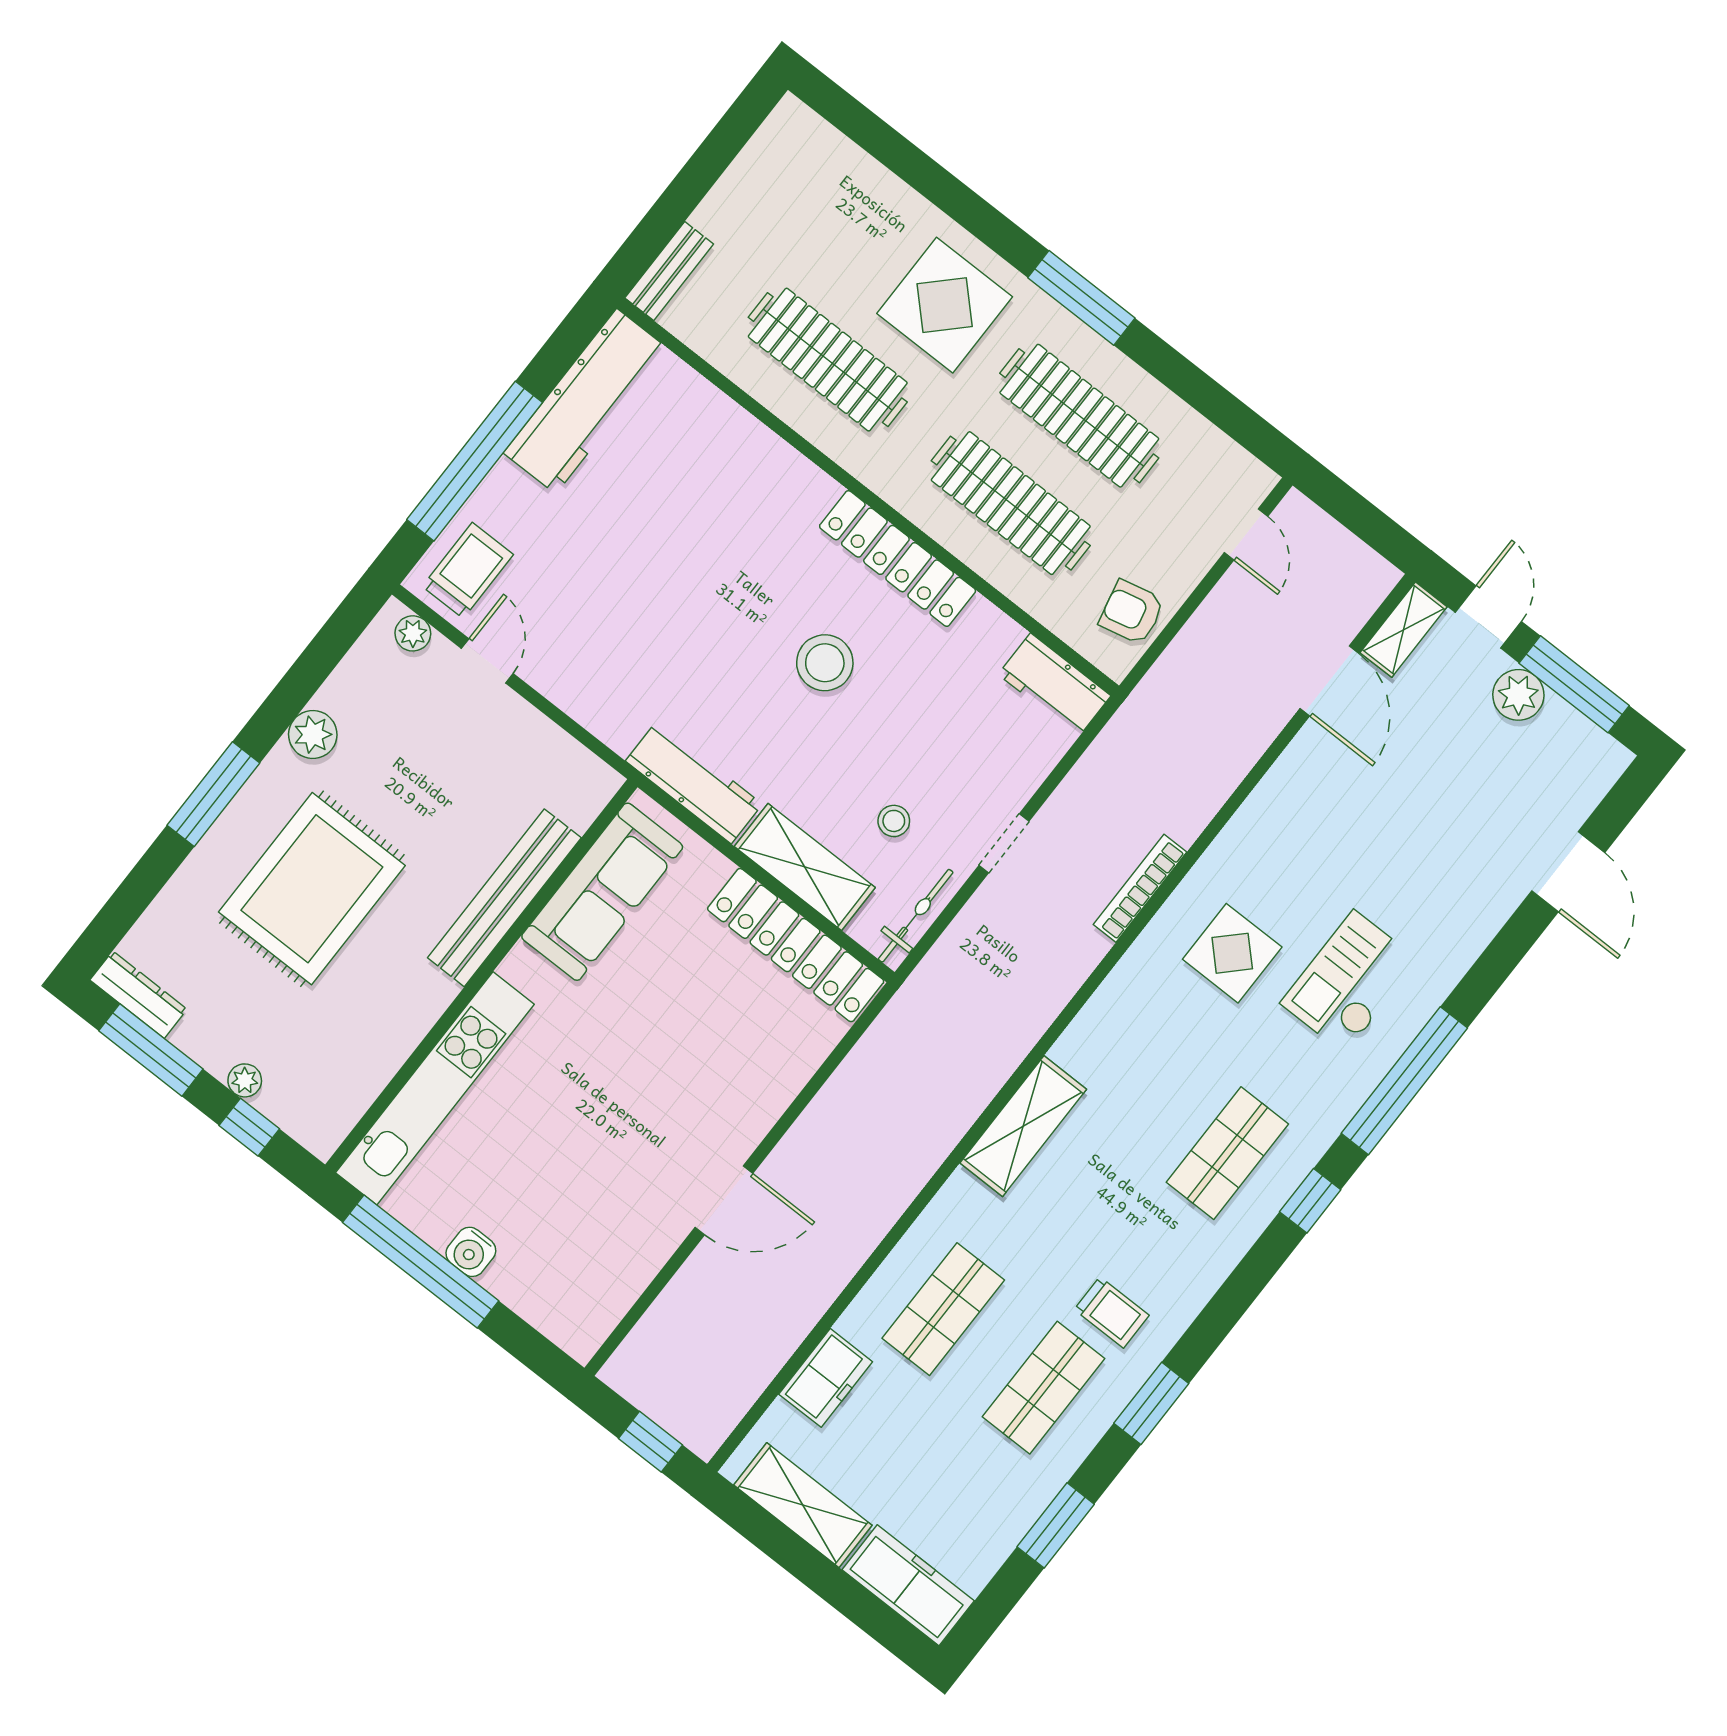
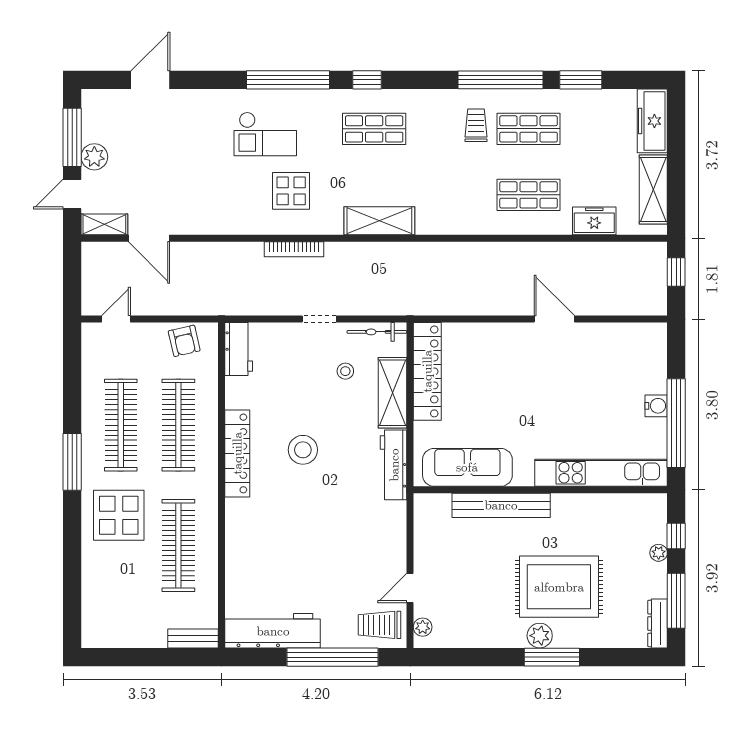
door: (1329, 681) -> (149, 238), swing flipped
plant: (313, 735) -> (540, 636), moved
shelving: (1023, 1126) -> (379, 221), moved
window: (1151, 1403) -> (500, 80), width x2.11

